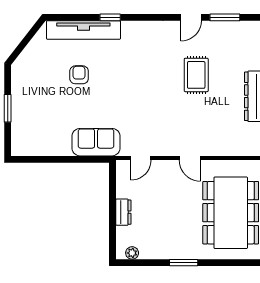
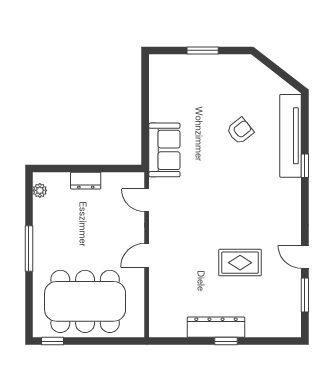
armchair: (79, 75) -> (240, 131), turned -39
window: (184, 263) -> (29, 248), width x1.44

